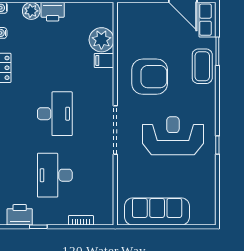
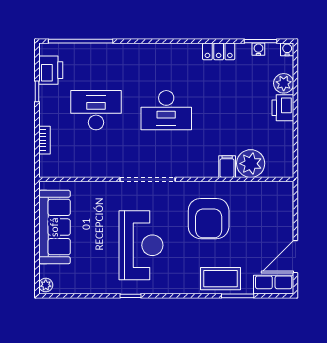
plant: (208, 219) -> (46, 285), added

